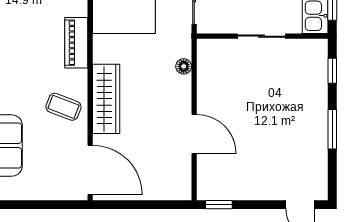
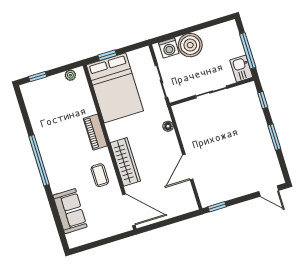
coffee table: (63, 107) -> (100, 175), turned 69
door: (194, 134) -> (188, 167), swing flipped

